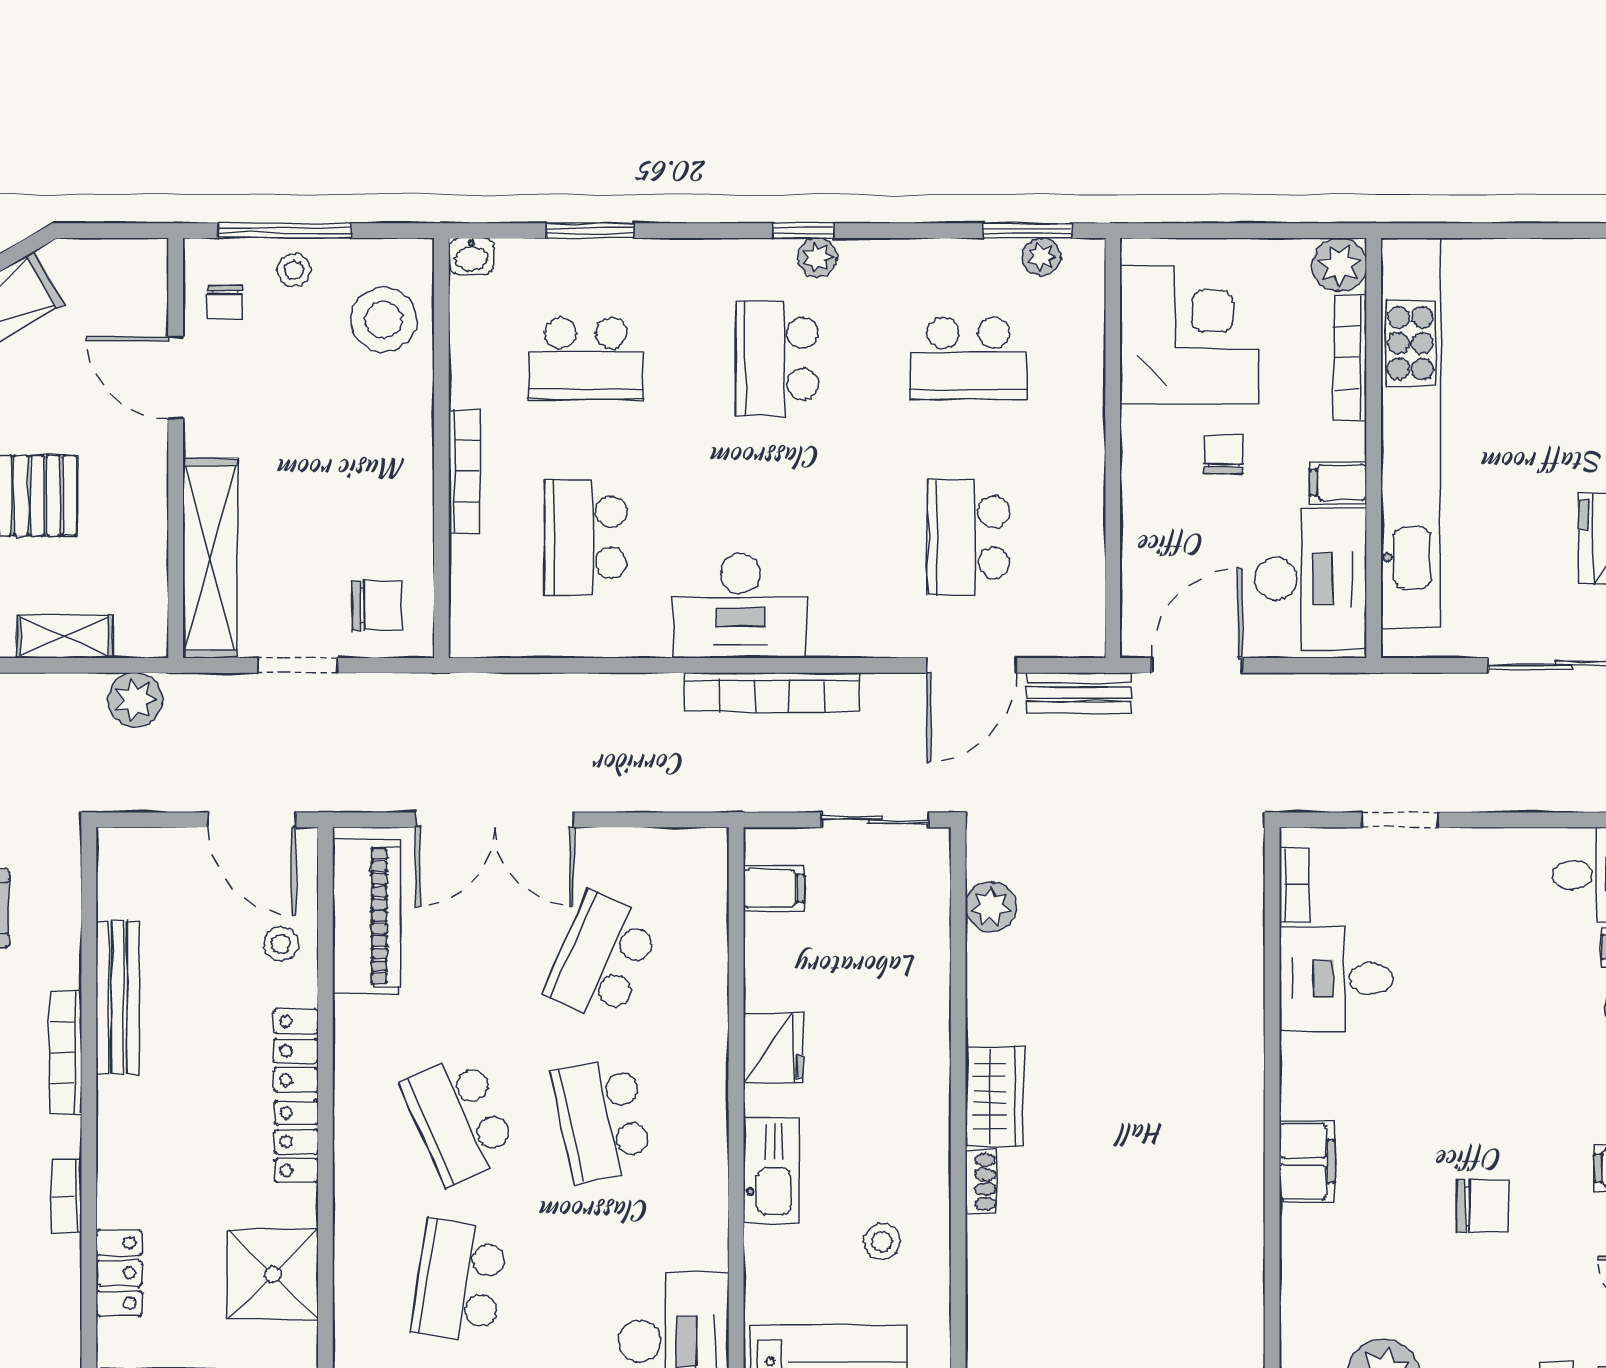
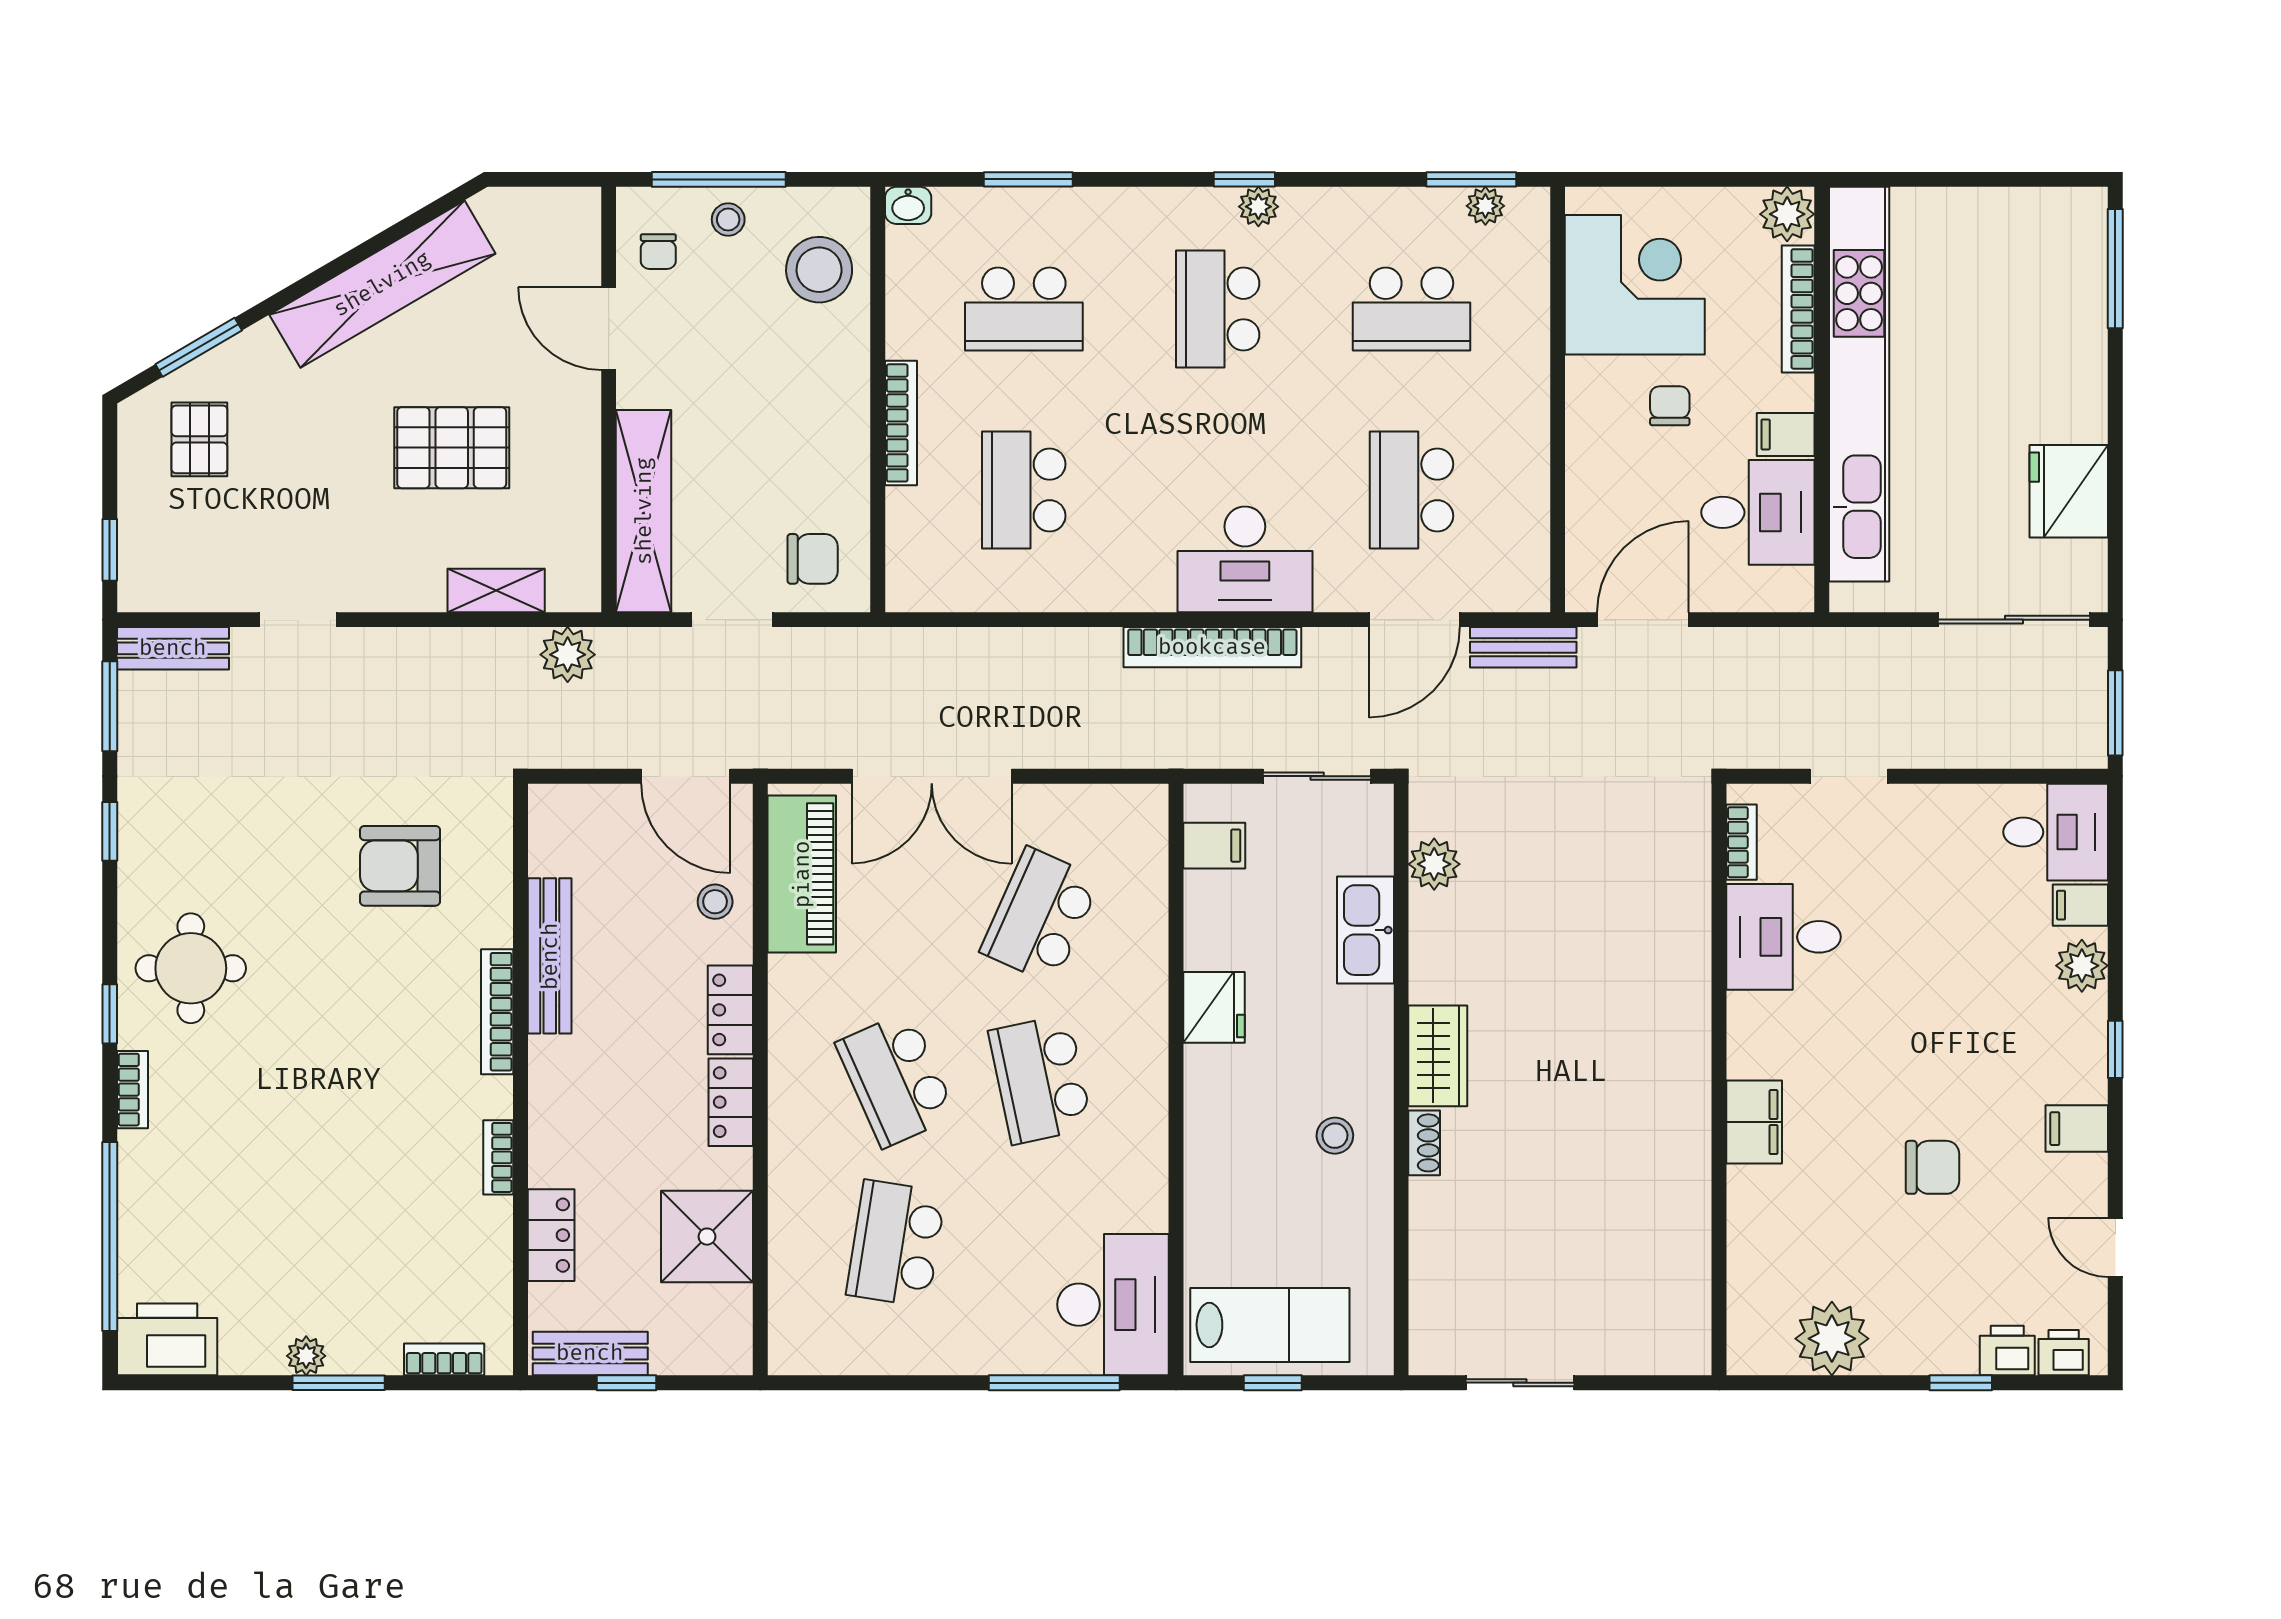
desk: (1310, 579) -> (1758, 512), width x0.73
desk: (741, 606) -> (1245, 559), moved
kitchen sink: (771, 1170) -> (1366, 930), moved, turned 180
stool: (882, 1241) -> (1335, 1136), moved

